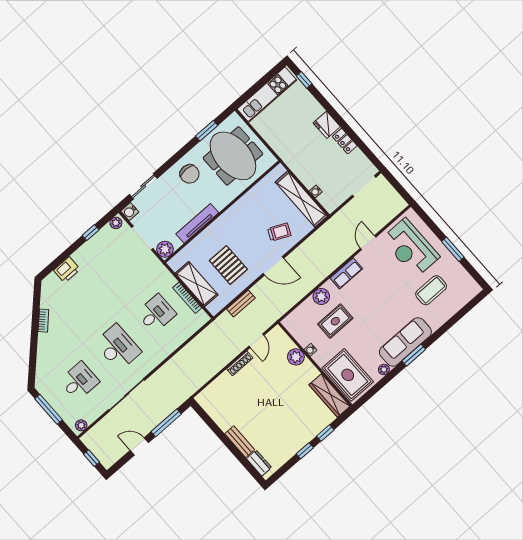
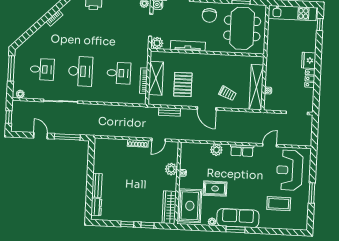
rug: (335, 321) -> (215, 189), moved

